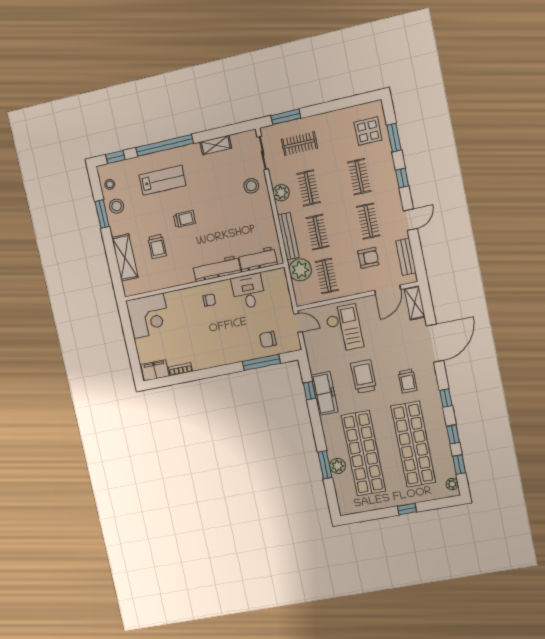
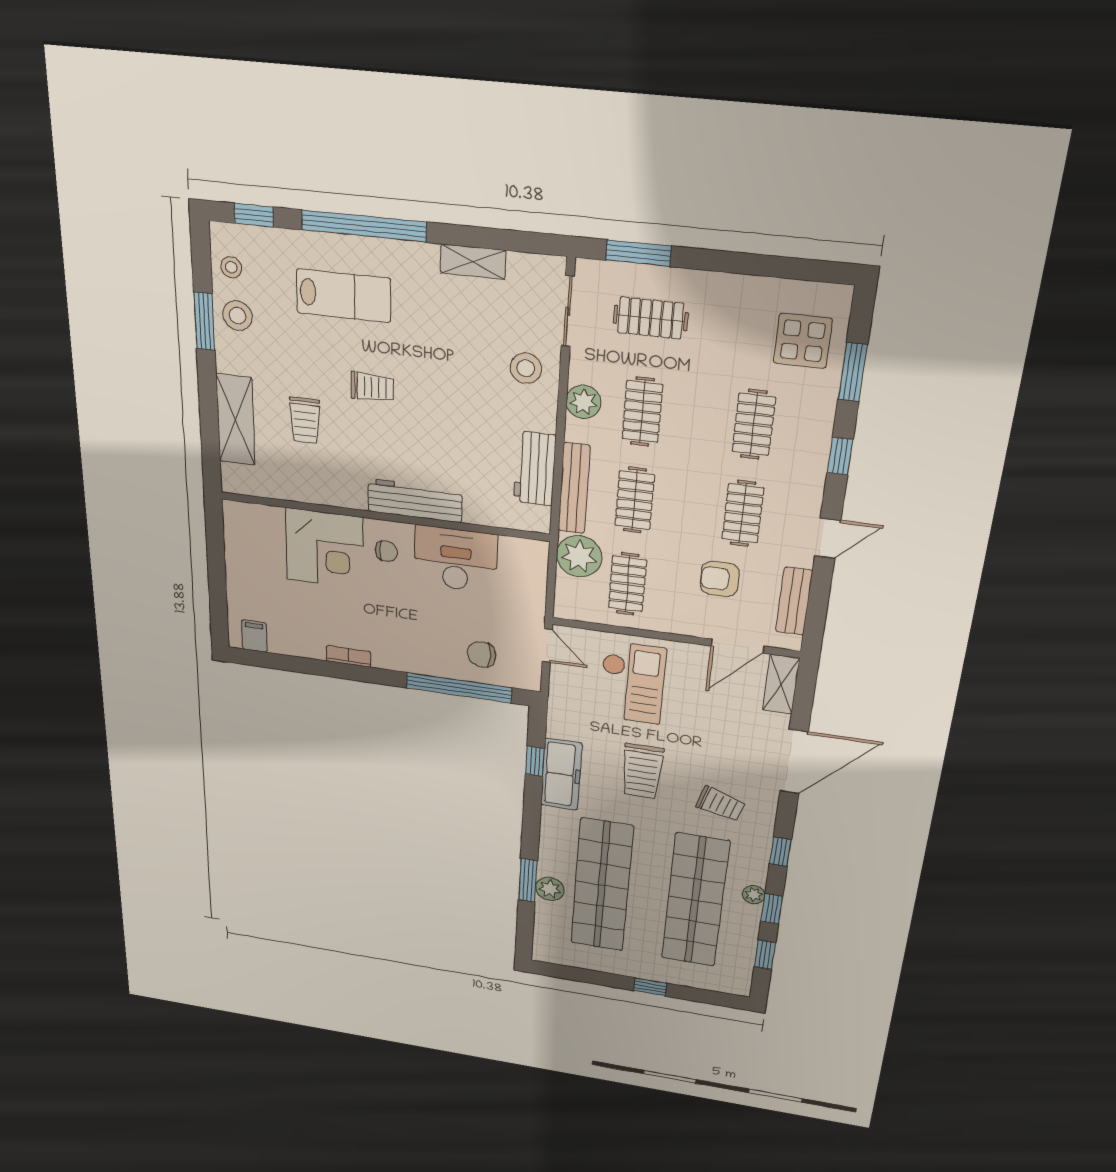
armchair: (368, 258) -> (720, 579), turned 180
workbench: (258, 259) -> (535, 469), moved, turned -90
desk: (248, 291) -> (456, 559), width x1.37
corner desk: (149, 316) -> (325, 549), moved
window: (261, 362) -> (459, 688), width x1.46
bookcase: (180, 369) -> (349, 656), moved
filing cabinet: (155, 370) -> (254, 636), width x0.50
trolley: (364, 377) -> (642, 771), turned 180
trolley: (408, 381) -> (721, 804), turned -74
plant: (452, 484) -> (754, 895), moved

